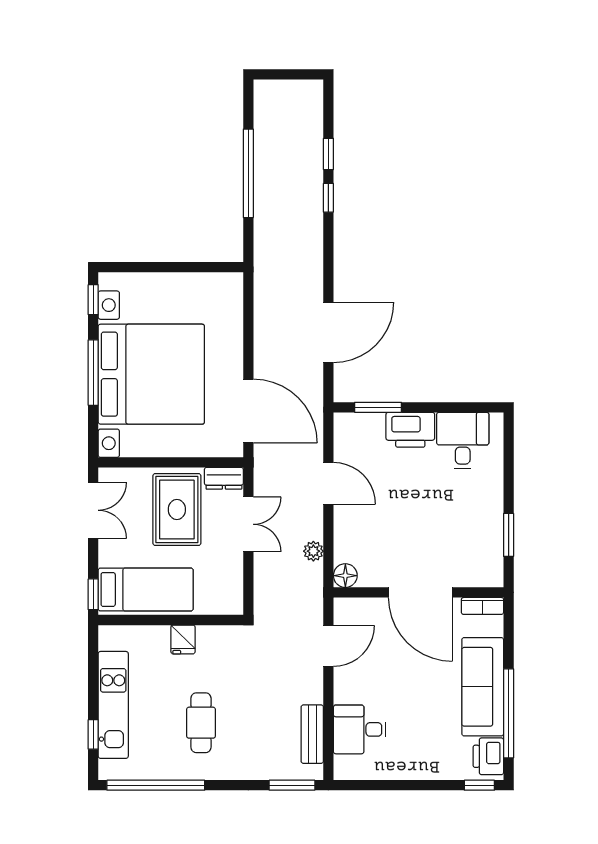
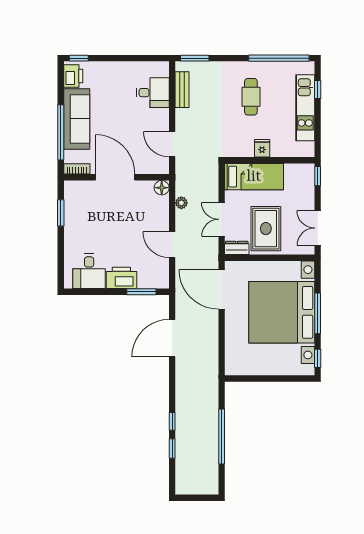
bed: (146, 589) -> (254, 177), moved, turned 180
door: (328, 646) -> (172, 144), hinge flipped
window: (509, 713) -> (61, 132), moved

